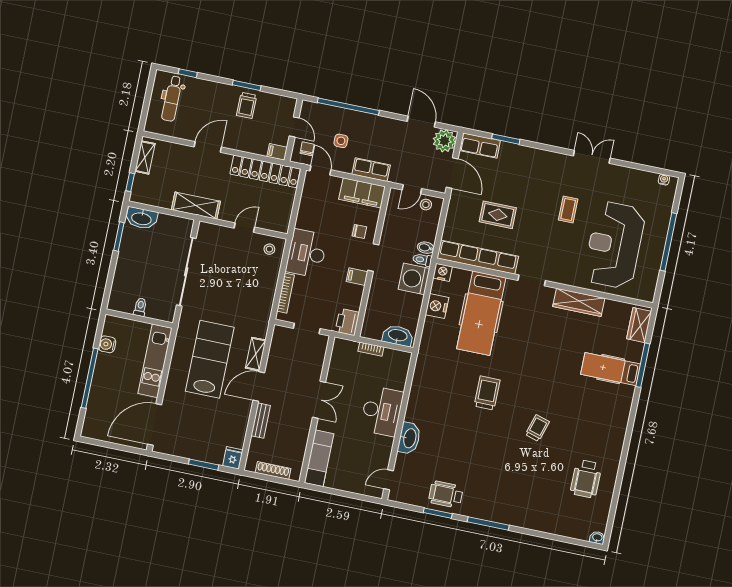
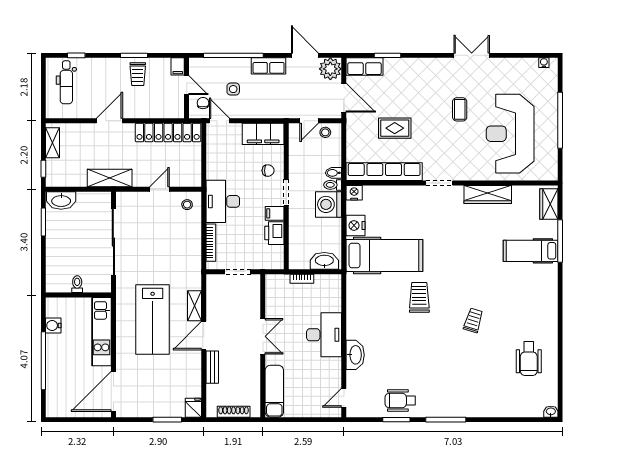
filing cabinet: (277, 152) -> (178, 66), moved, turned -90
row of seats: (371, 170) -> (269, 66), moved, turned 180
hospital bed: (481, 313) -> (384, 255), moved, turned -90
printer: (347, 322) -> (274, 233), moved
lab bench: (210, 359) -> (153, 320), turned 180

